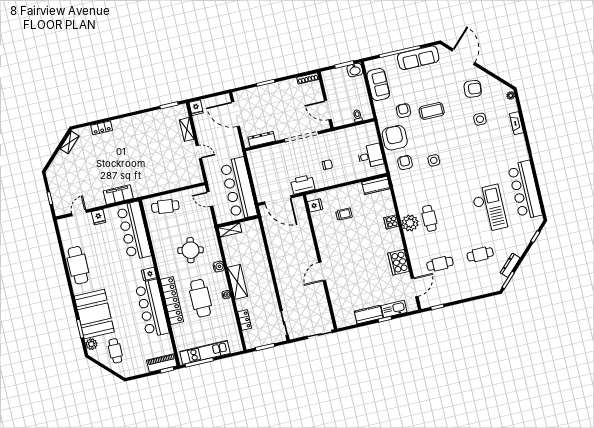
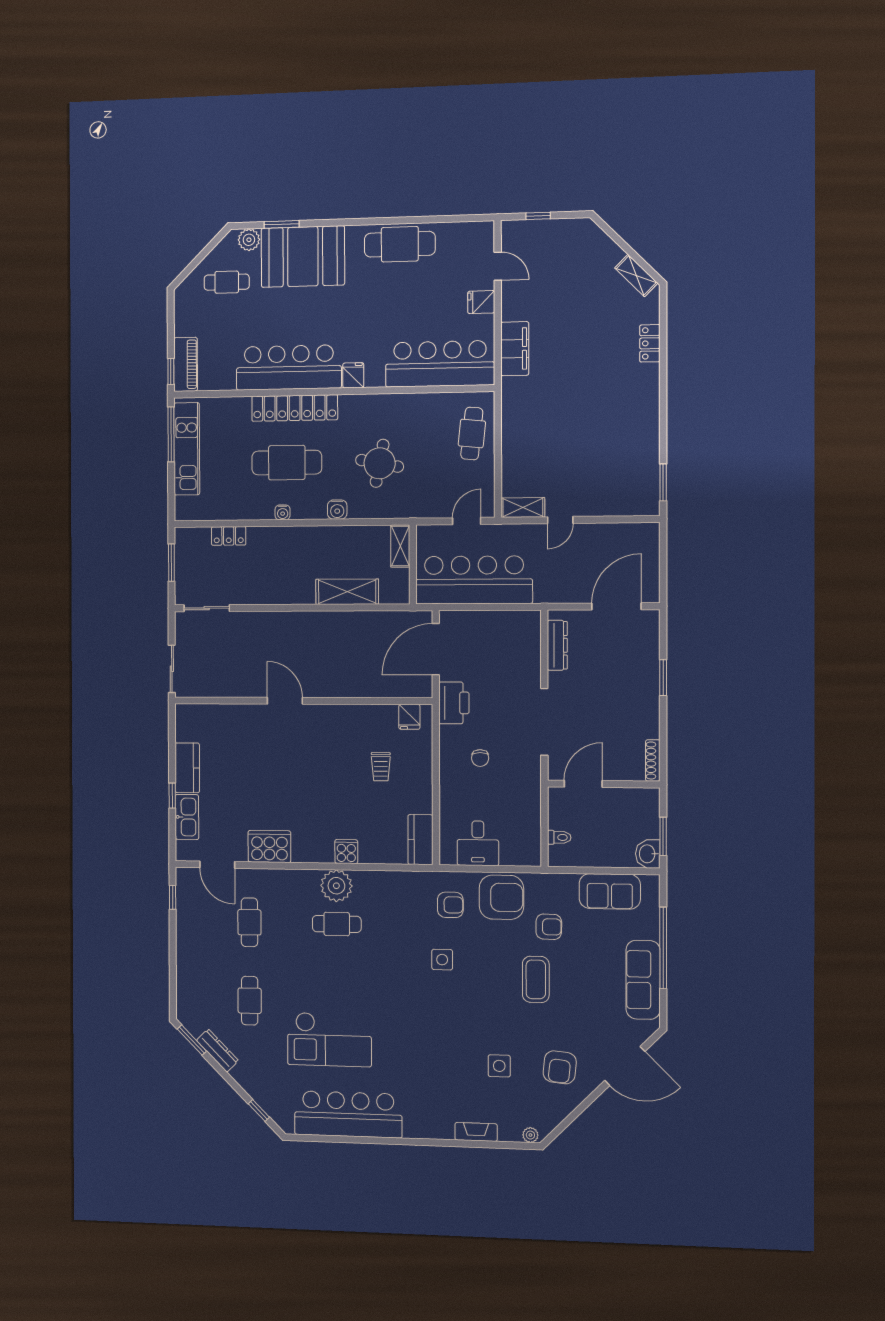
fridge: (196, 108) -> (646, 534), removed
shelving: (187, 129) -> (523, 507), moved
shelving: (238, 282) -> (347, 592), moved

